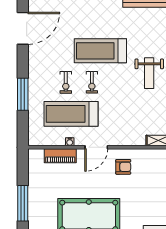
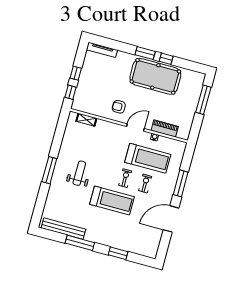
door: (23, 28) -> (171, 219), moved

